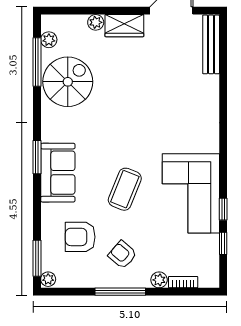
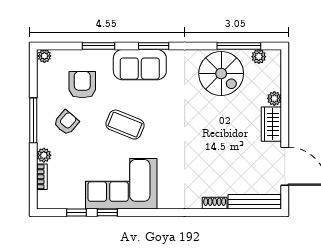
shoe rack: (213, 89) -> (215, 203), added
window: (37, 258) -> (99, 46), moved

